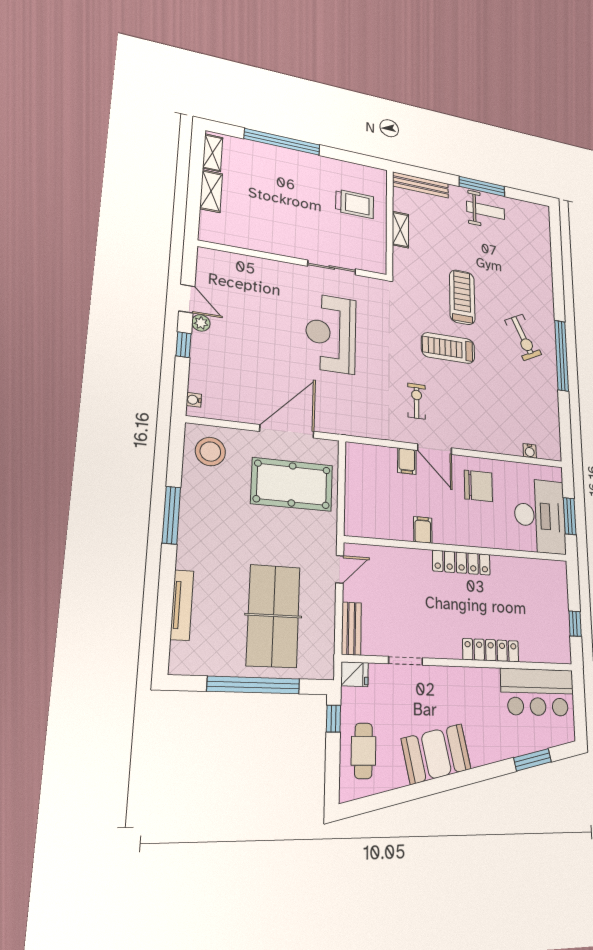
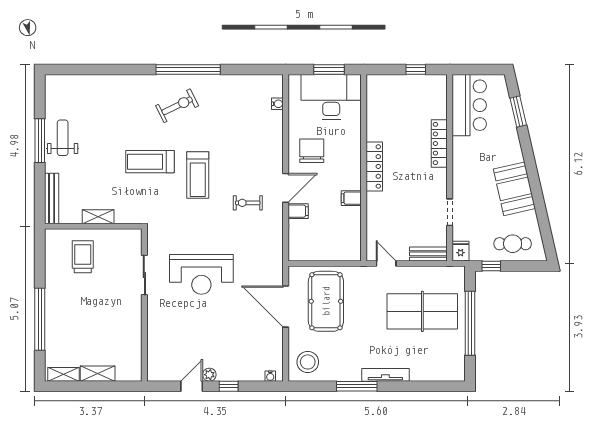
tv unit: (182, 605) -> (385, 375), moved

